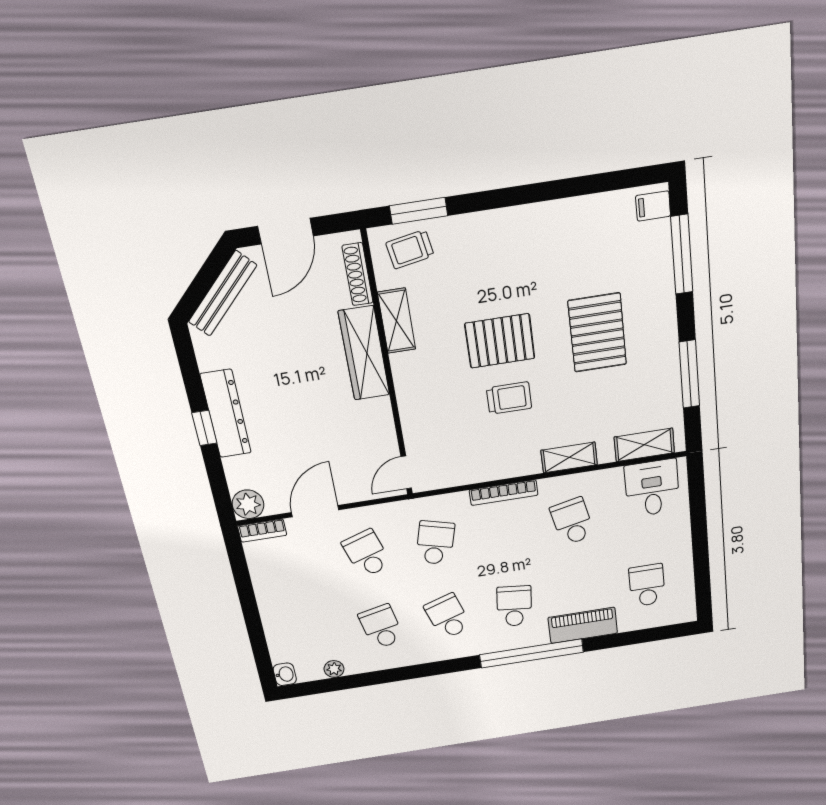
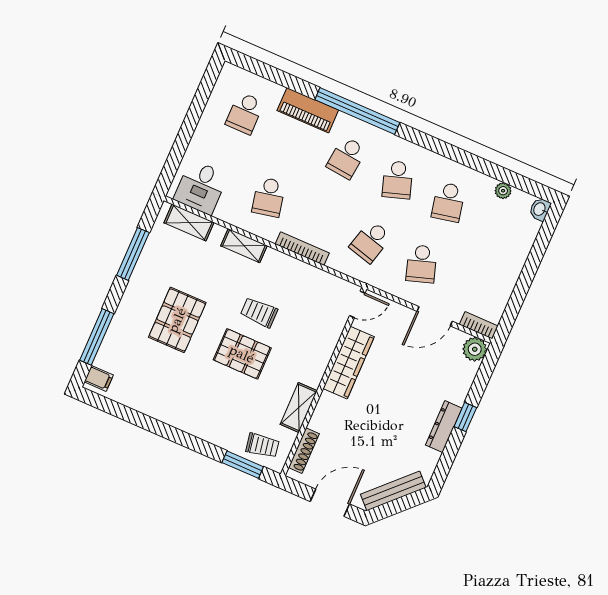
wardrobe: (364, 353) -> (349, 363), moved
dresser: (226, 414) -> (444, 427), width x0.73, depth x0.80

